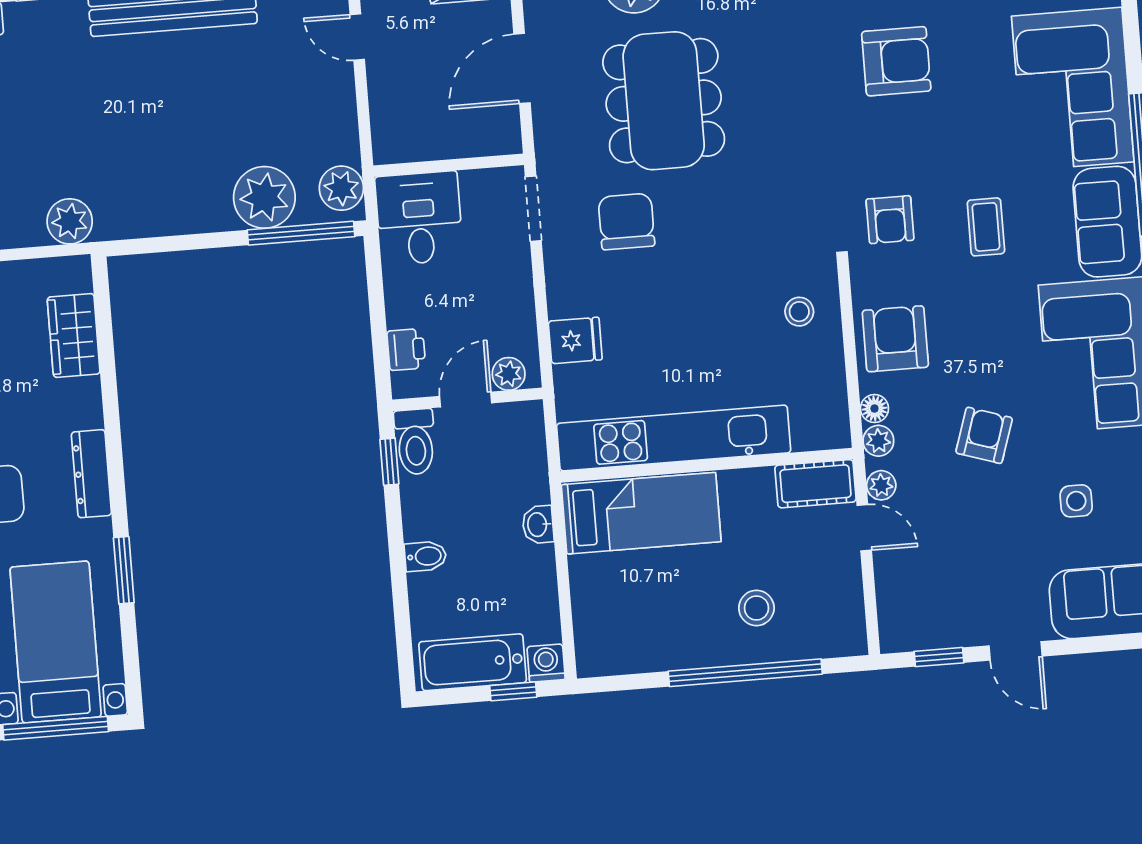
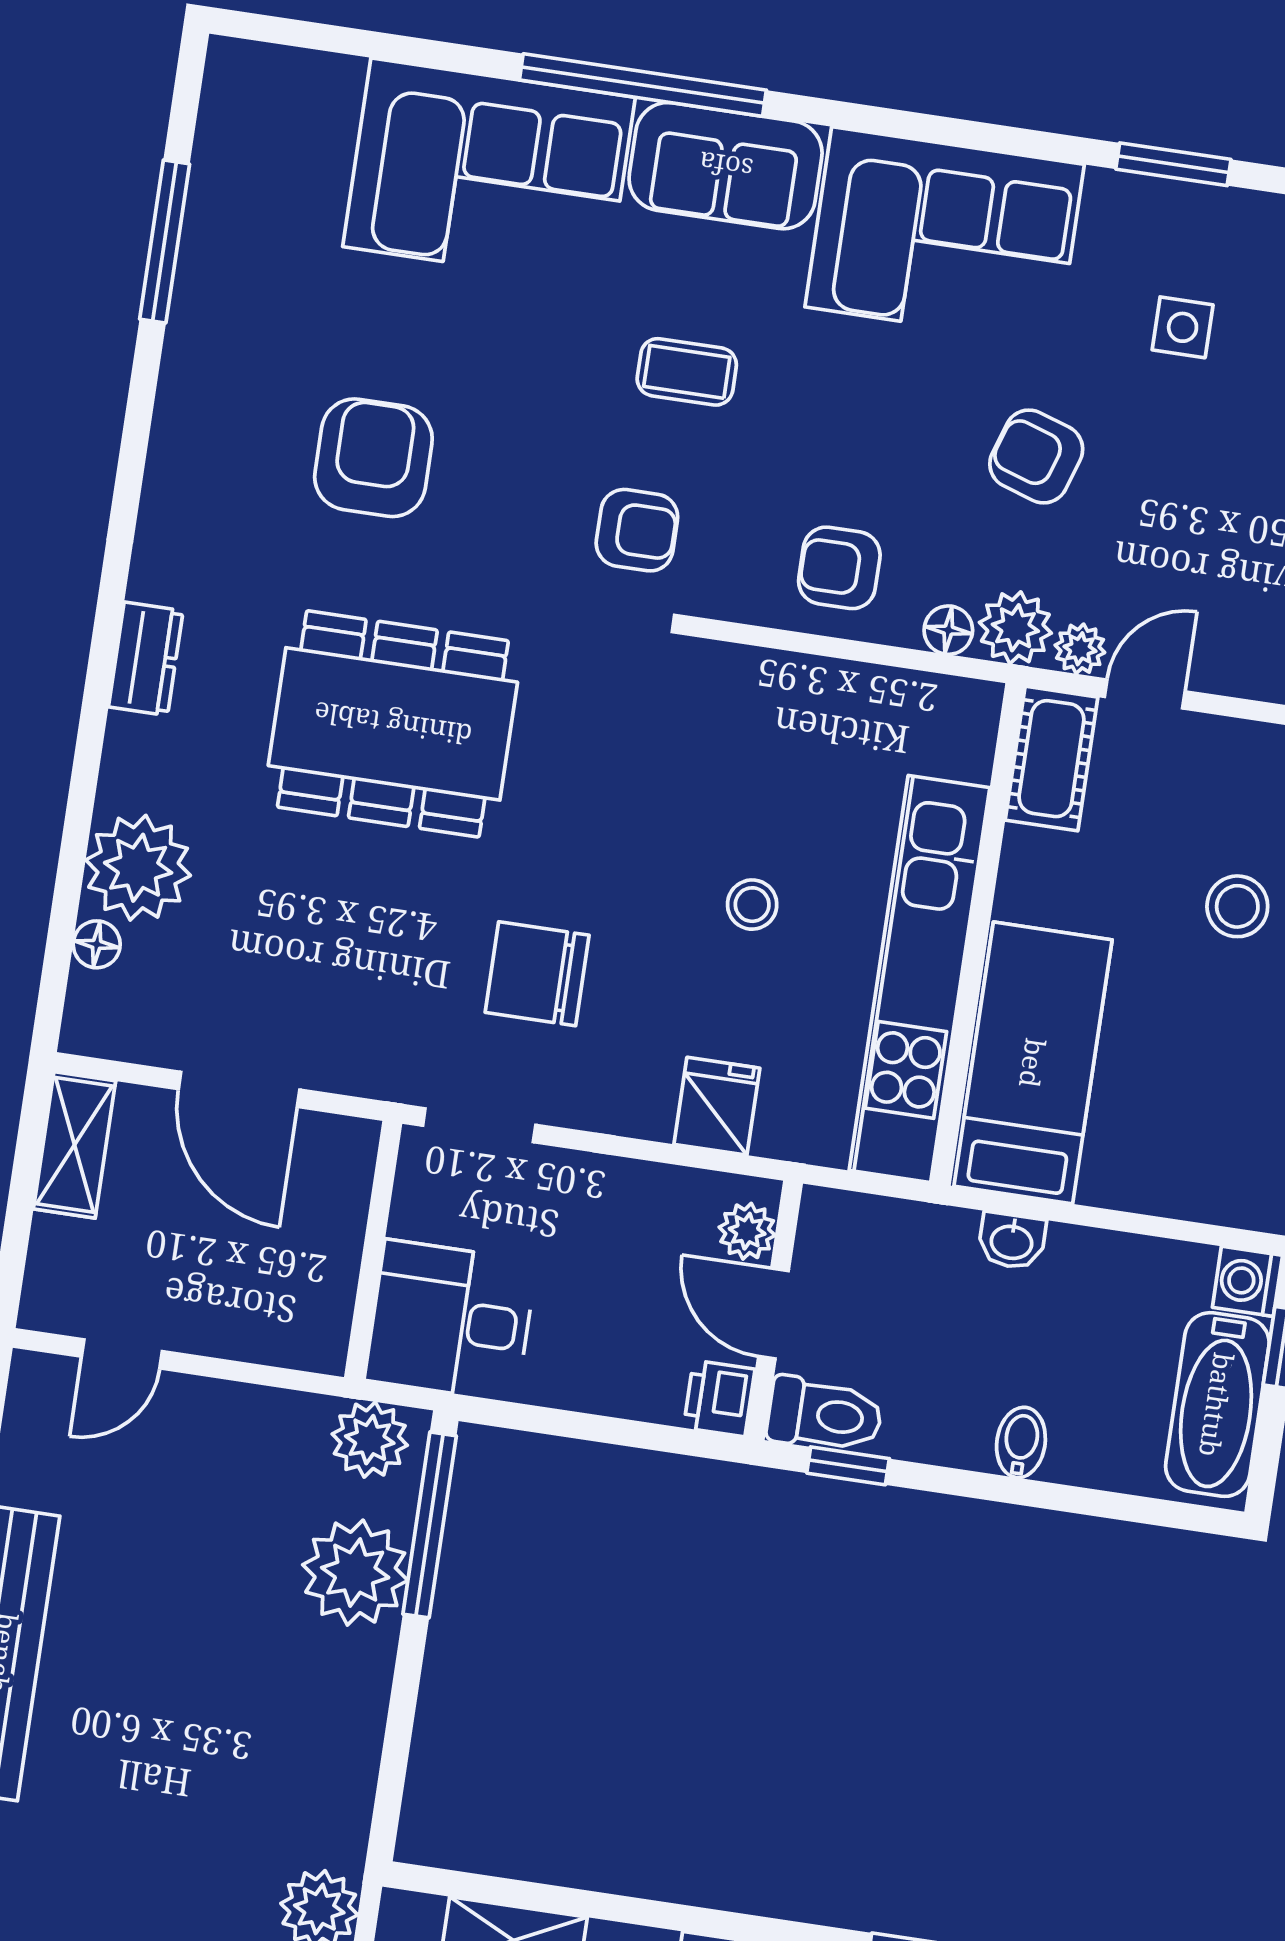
dining table: (664, 101) -> (393, 724), moved
stool: (799, 312) -> (752, 905), moved
armchair: (895, 339) -> (839, 568), width x0.72, depth x0.72
printer: (406, 350) -> (719, 1399), moved, turned -90
plant: (878, 441) -> (1015, 628), width x1.38, depth x1.38

